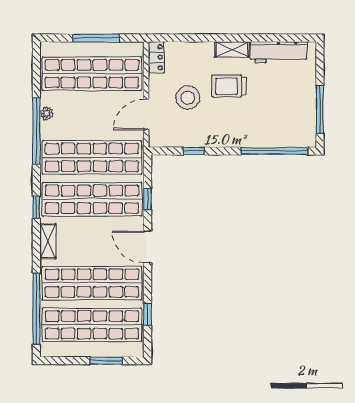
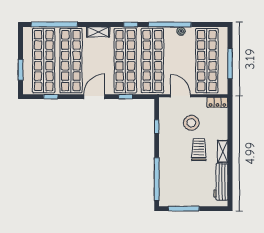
window: (36, 207) -> (131, 24), moved

